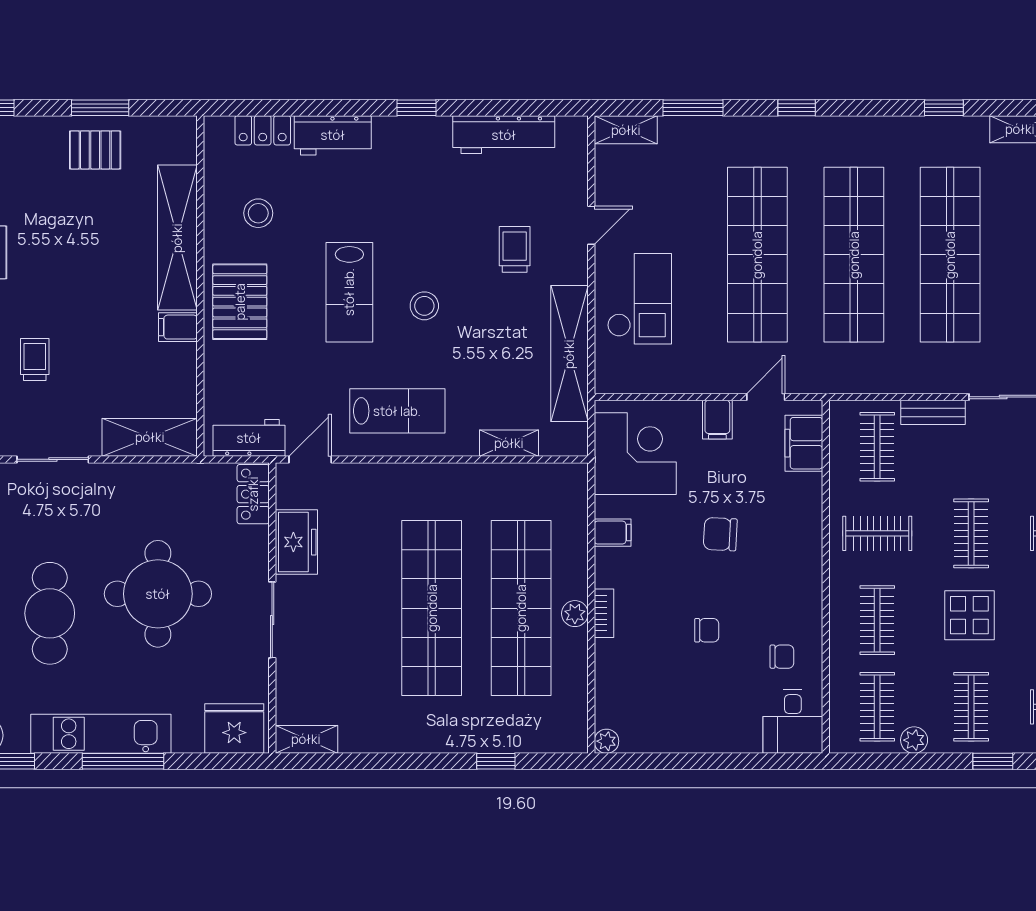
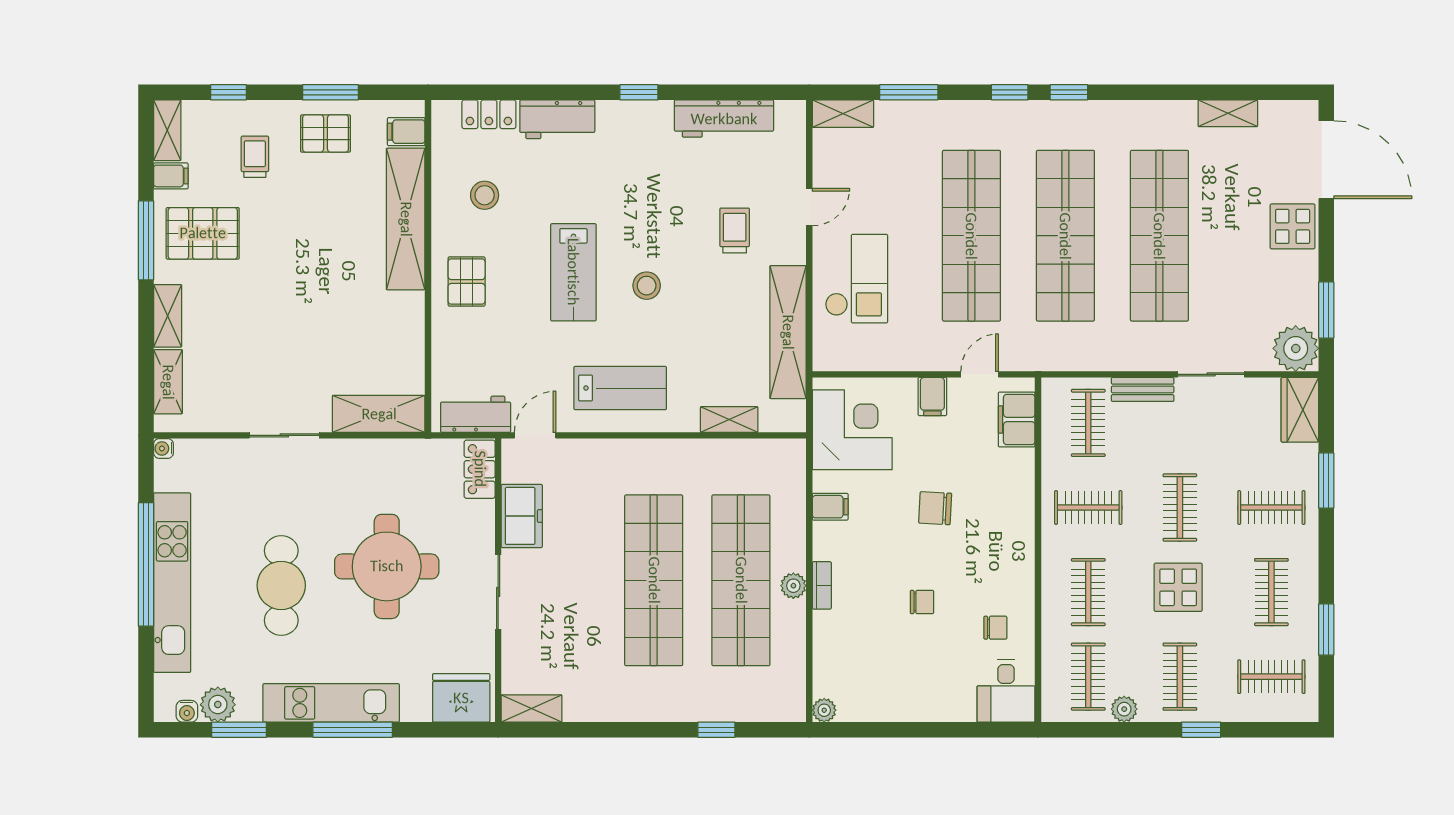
window: (944, 108) -> (1069, 92), moved
pallet: (240, 302) -> (467, 282), width x0.67, depth x0.71
filing cabinet: (178, 327) -> (406, 132), moved
trolley: (35, 359) -> (255, 157), moved

